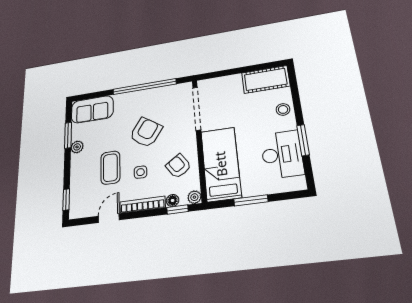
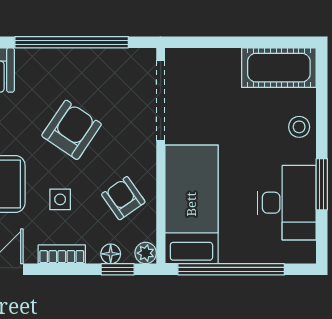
window: (251, 200) -> (231, 269), width x2.11
bookcase: (142, 205) -> (62, 254), width x0.64

